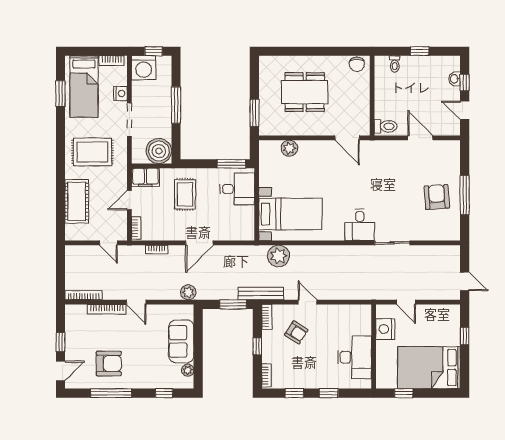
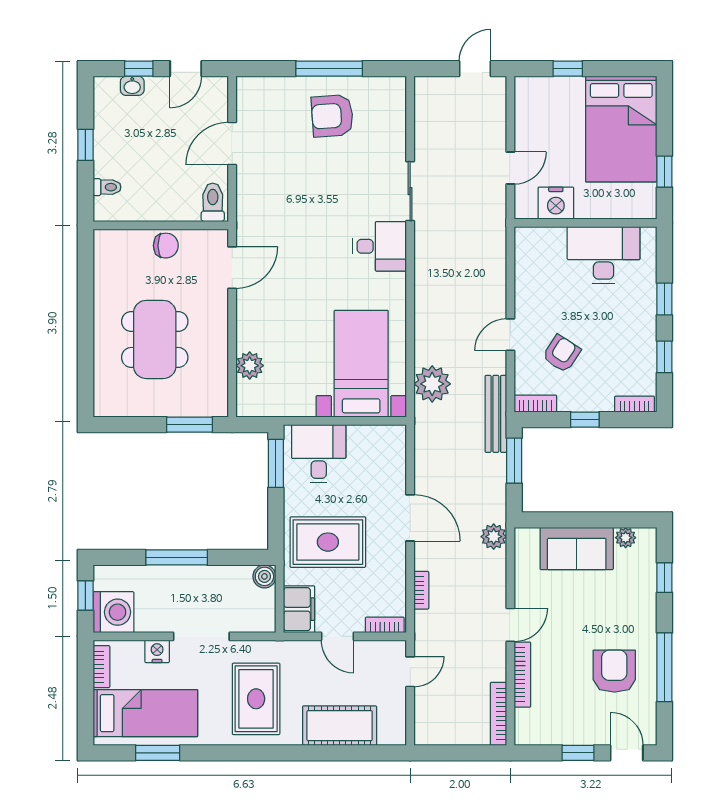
chair: (357, 64) -> (166, 246), moved
boiler: (159, 151) -> (264, 576), width x0.54, depth x0.54
rug: (185, 194) -> (328, 542), width x1.36, depth x1.43

